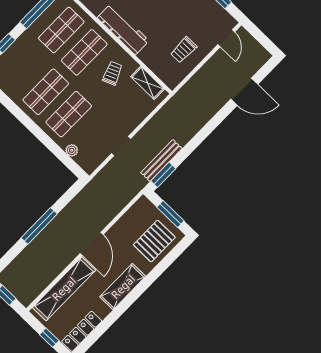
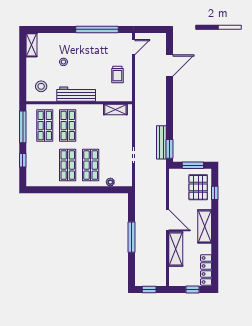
door: (226, 38) -> (133, 47), hinge flipped
trolley: (112, 73) -> (93, 122), removed
window: (165, 263) -> (215, 193), added
shelving: (64, 289) -> (176, 249), width x0.68

